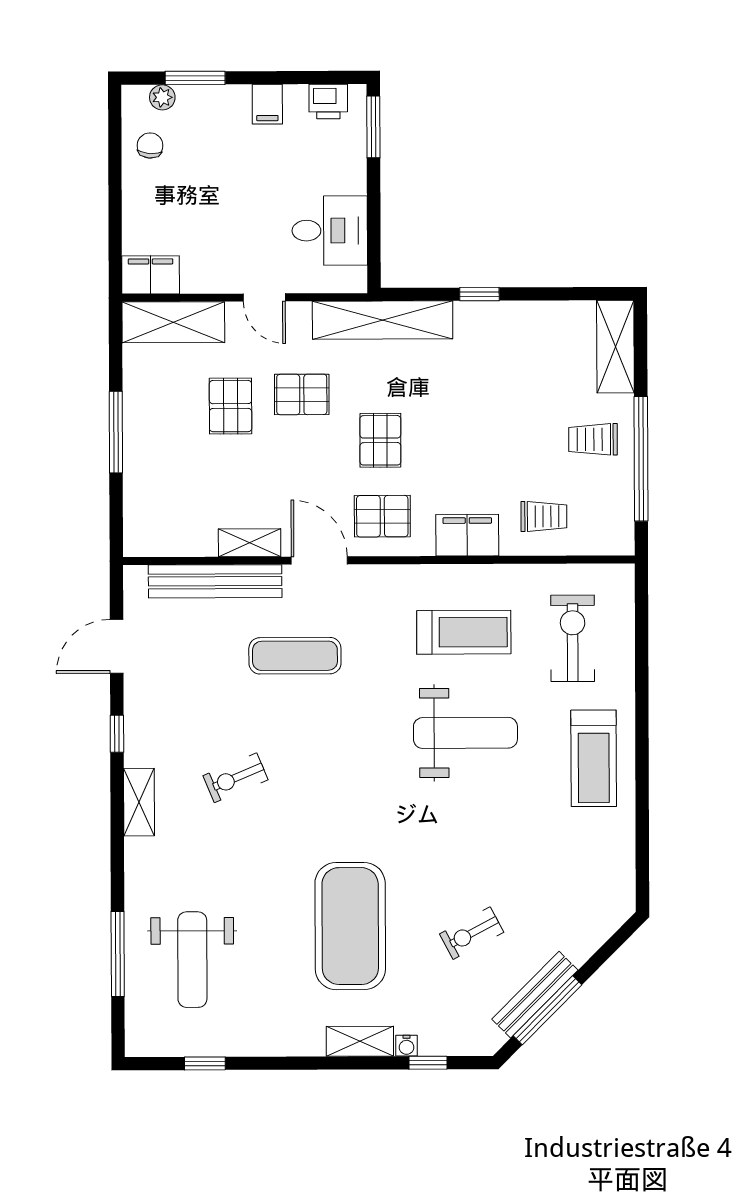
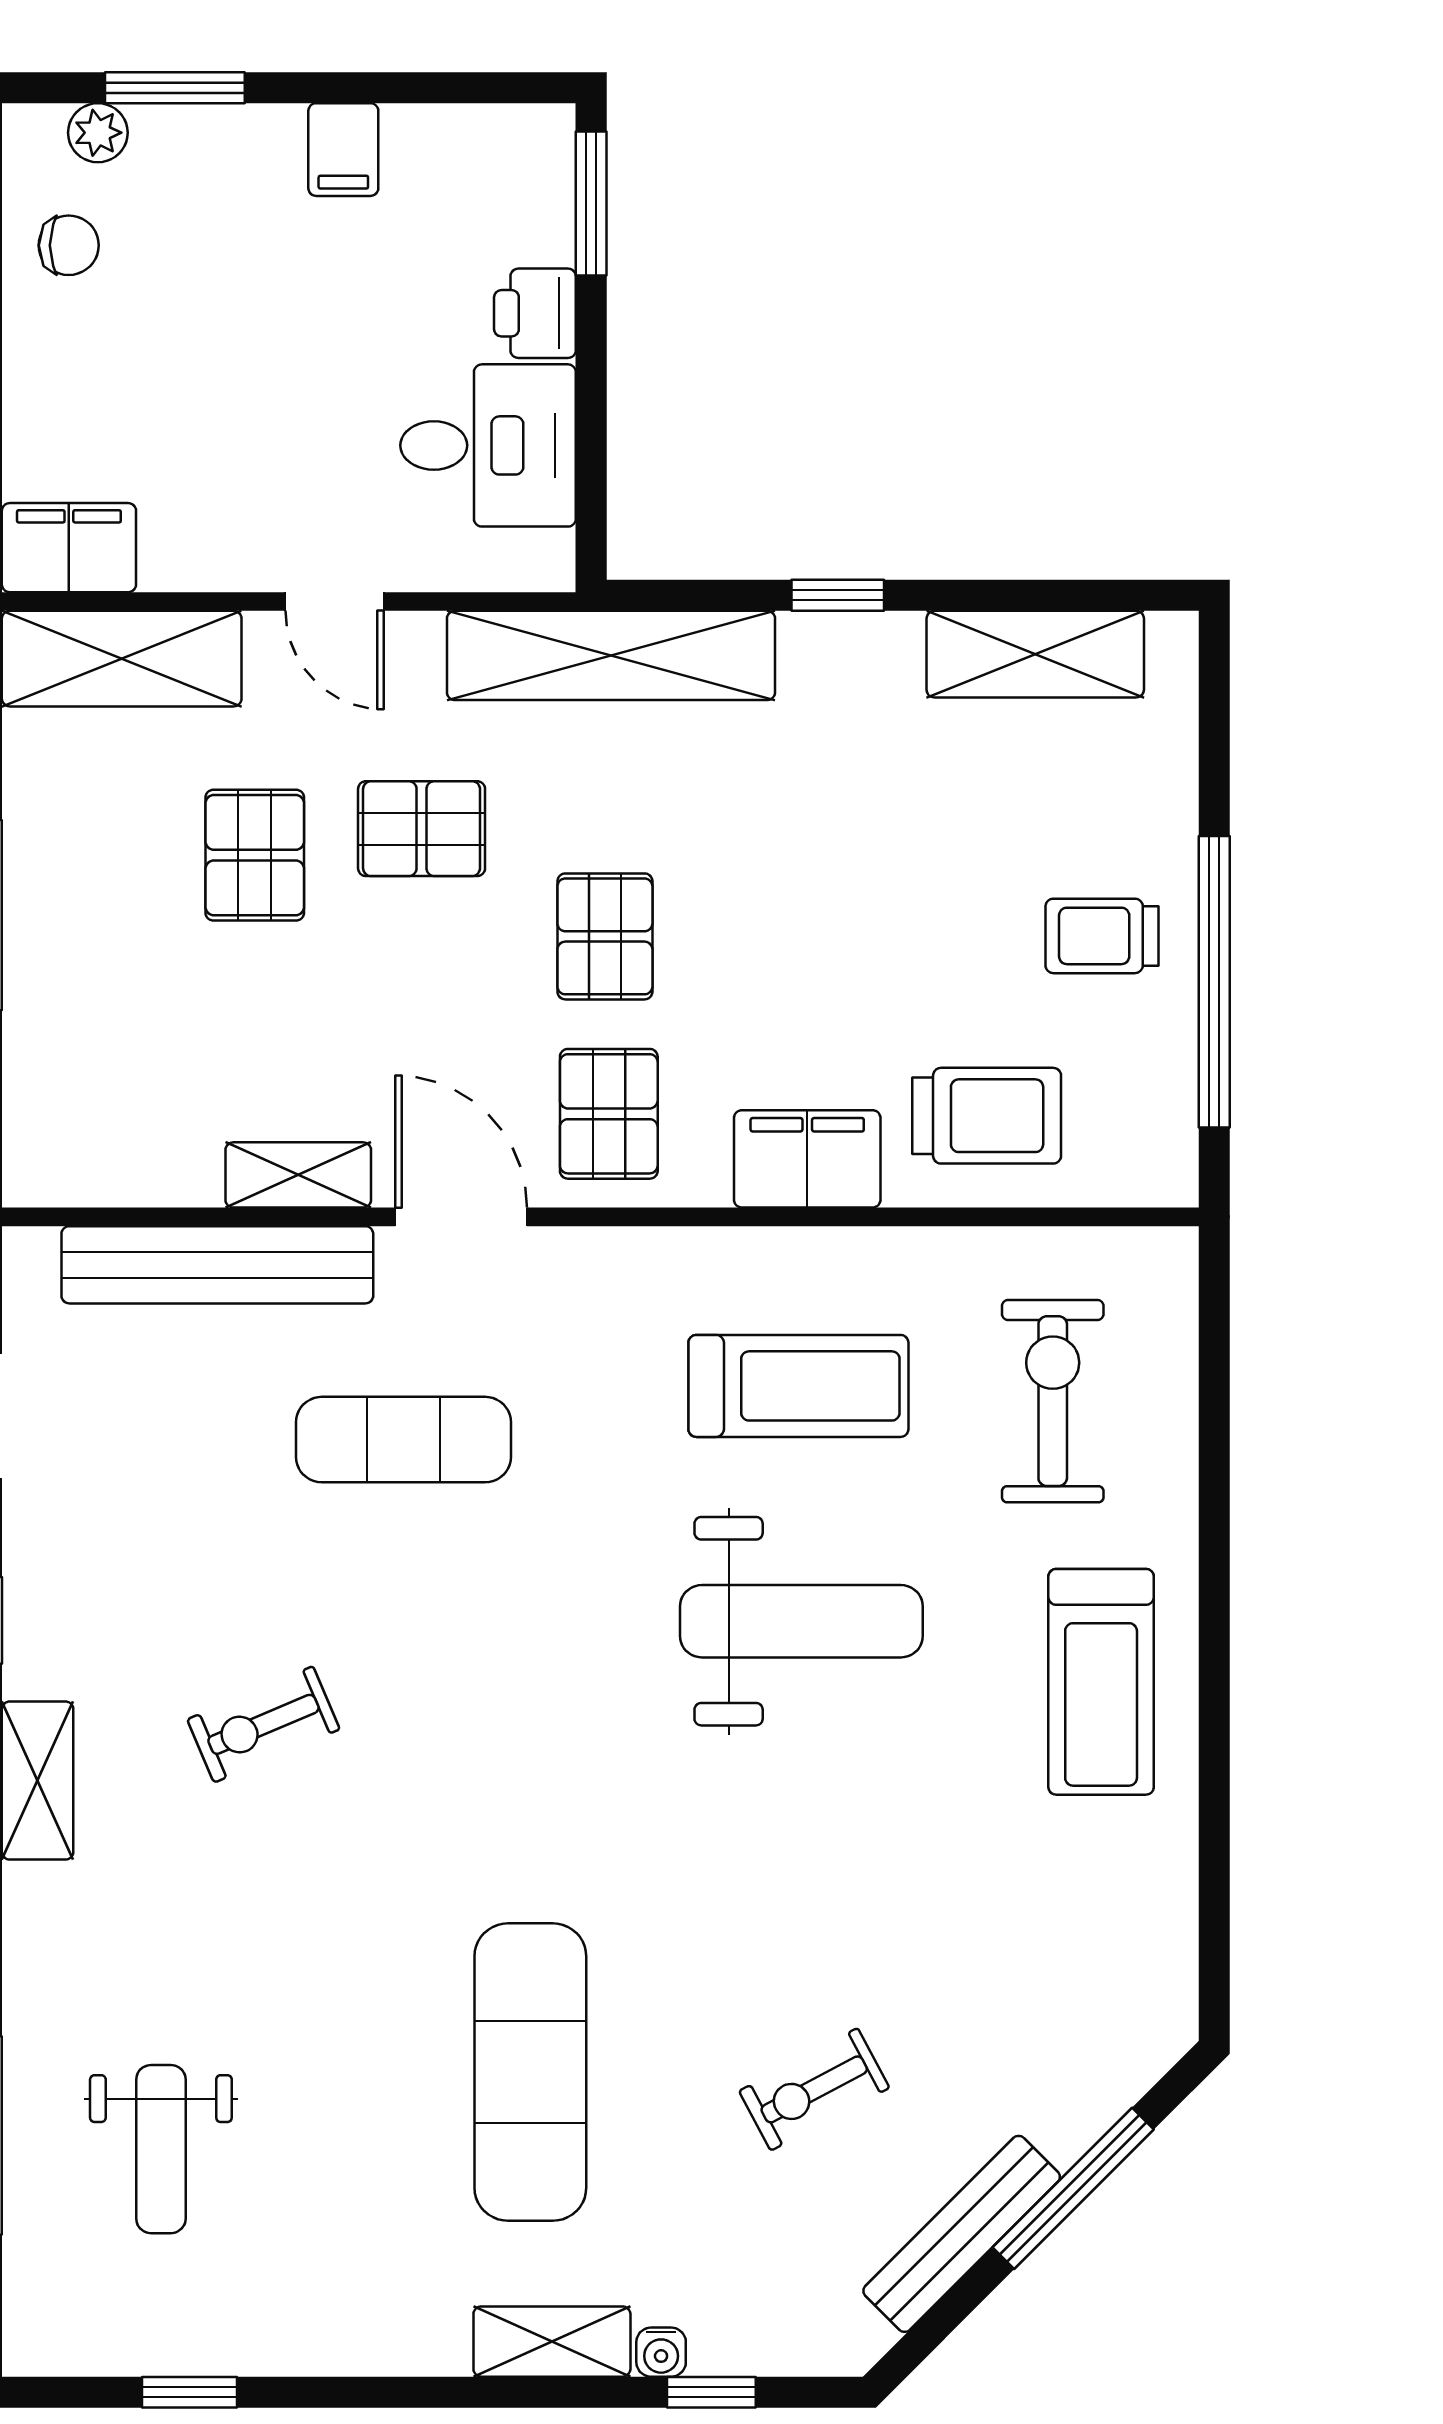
printer: (328, 102) -> (535, 313), moved, turned 90
chair: (150, 146) -> (69, 245), turned 85
shelving: (615, 347) -> (1035, 654), moved, turned 90
pallet: (382, 516) -> (609, 1114), turned 90
trolley: (544, 516) -> (987, 1116), width x1.36, depth x1.39
exercise mat: (350, 926) -> (530, 2072), width x0.68
weight bench: (192, 960) -> (161, 2149), width x0.73, depth x0.75
window: (547, 1010) -> (1073, 2188), moved

